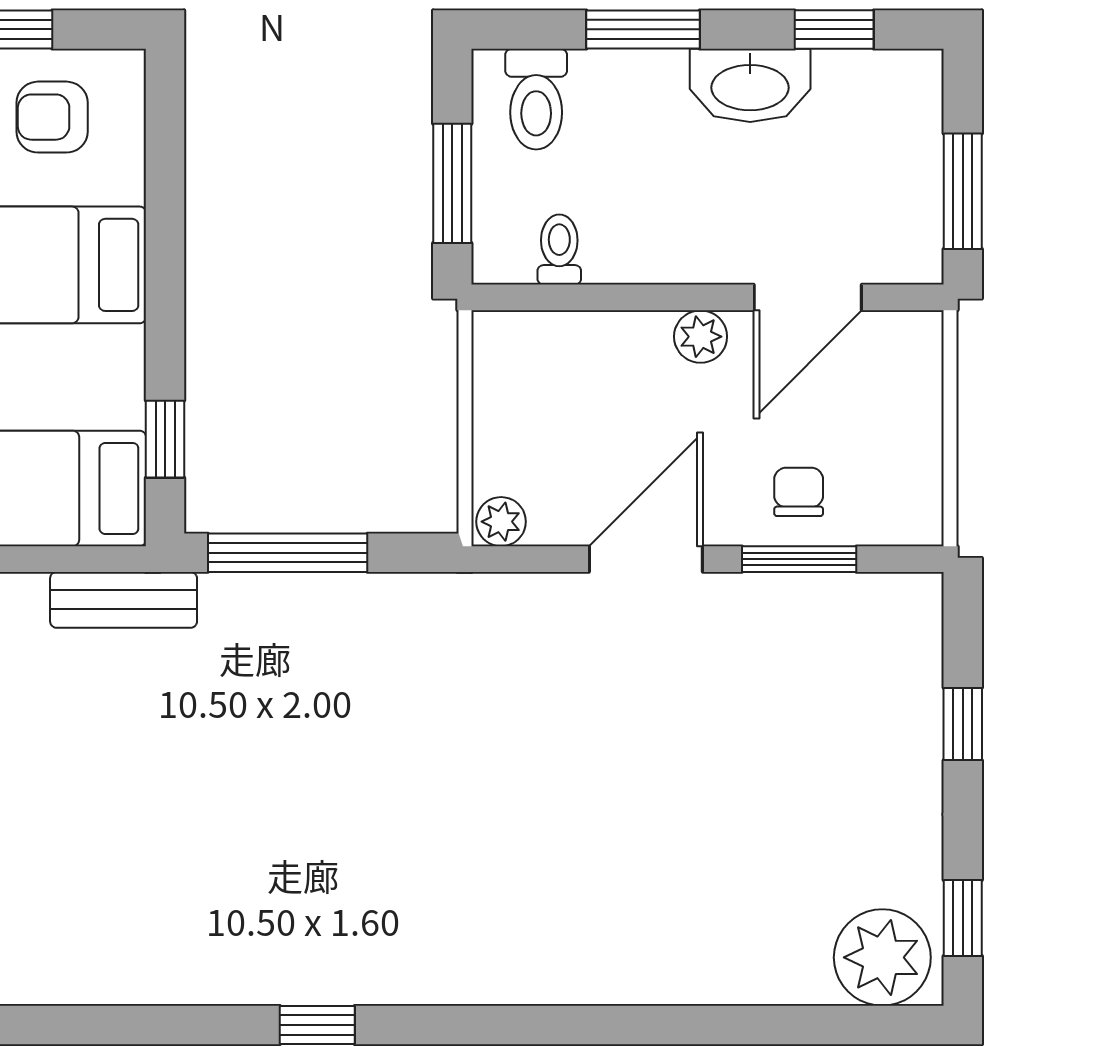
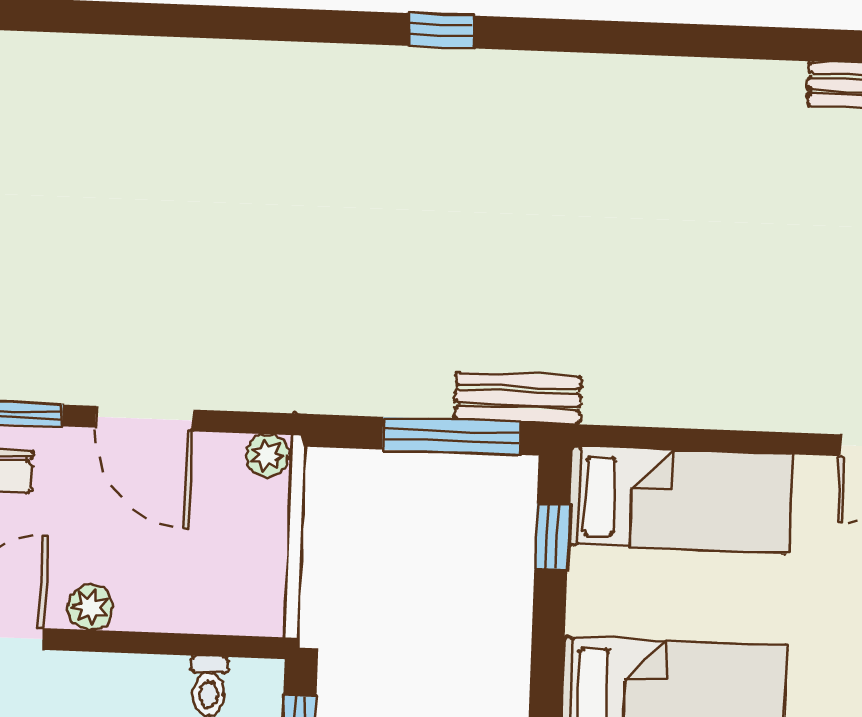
door: (646, 559) -> (144, 419), hinge flipped
bench: (124, 600) -> (518, 398), moved

